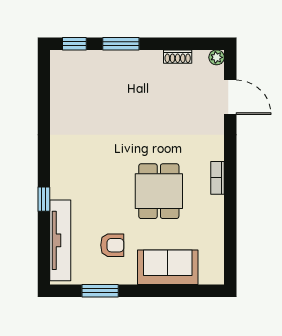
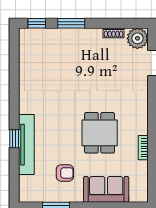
plant: (217, 57) -> (137, 38), width x1.88, depth x1.88
bookcase: (218, 178) -> (143, 148), moved
tv unit: (60, 240) -> (26, 145), moved

